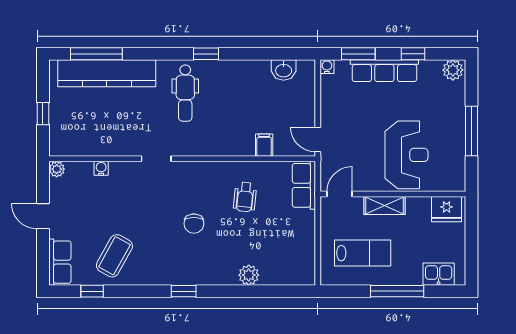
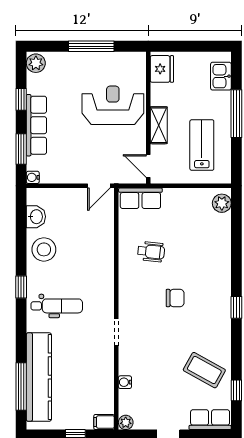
stool: (247, 79) -> (44, 249), added
filing cabinet: (264, 145) -> (104, 422), moved
plant: (249, 275) -> (222, 203), moved

